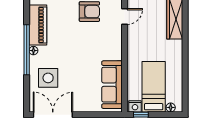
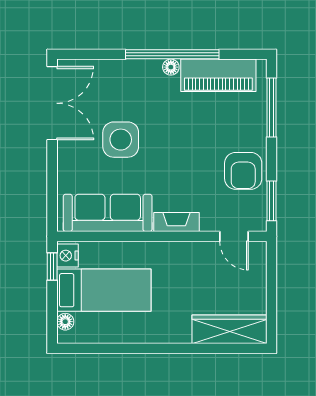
fireplace: (117, 48) -> (176, 222), added
side table: (48, 78) -> (121, 140), moved

